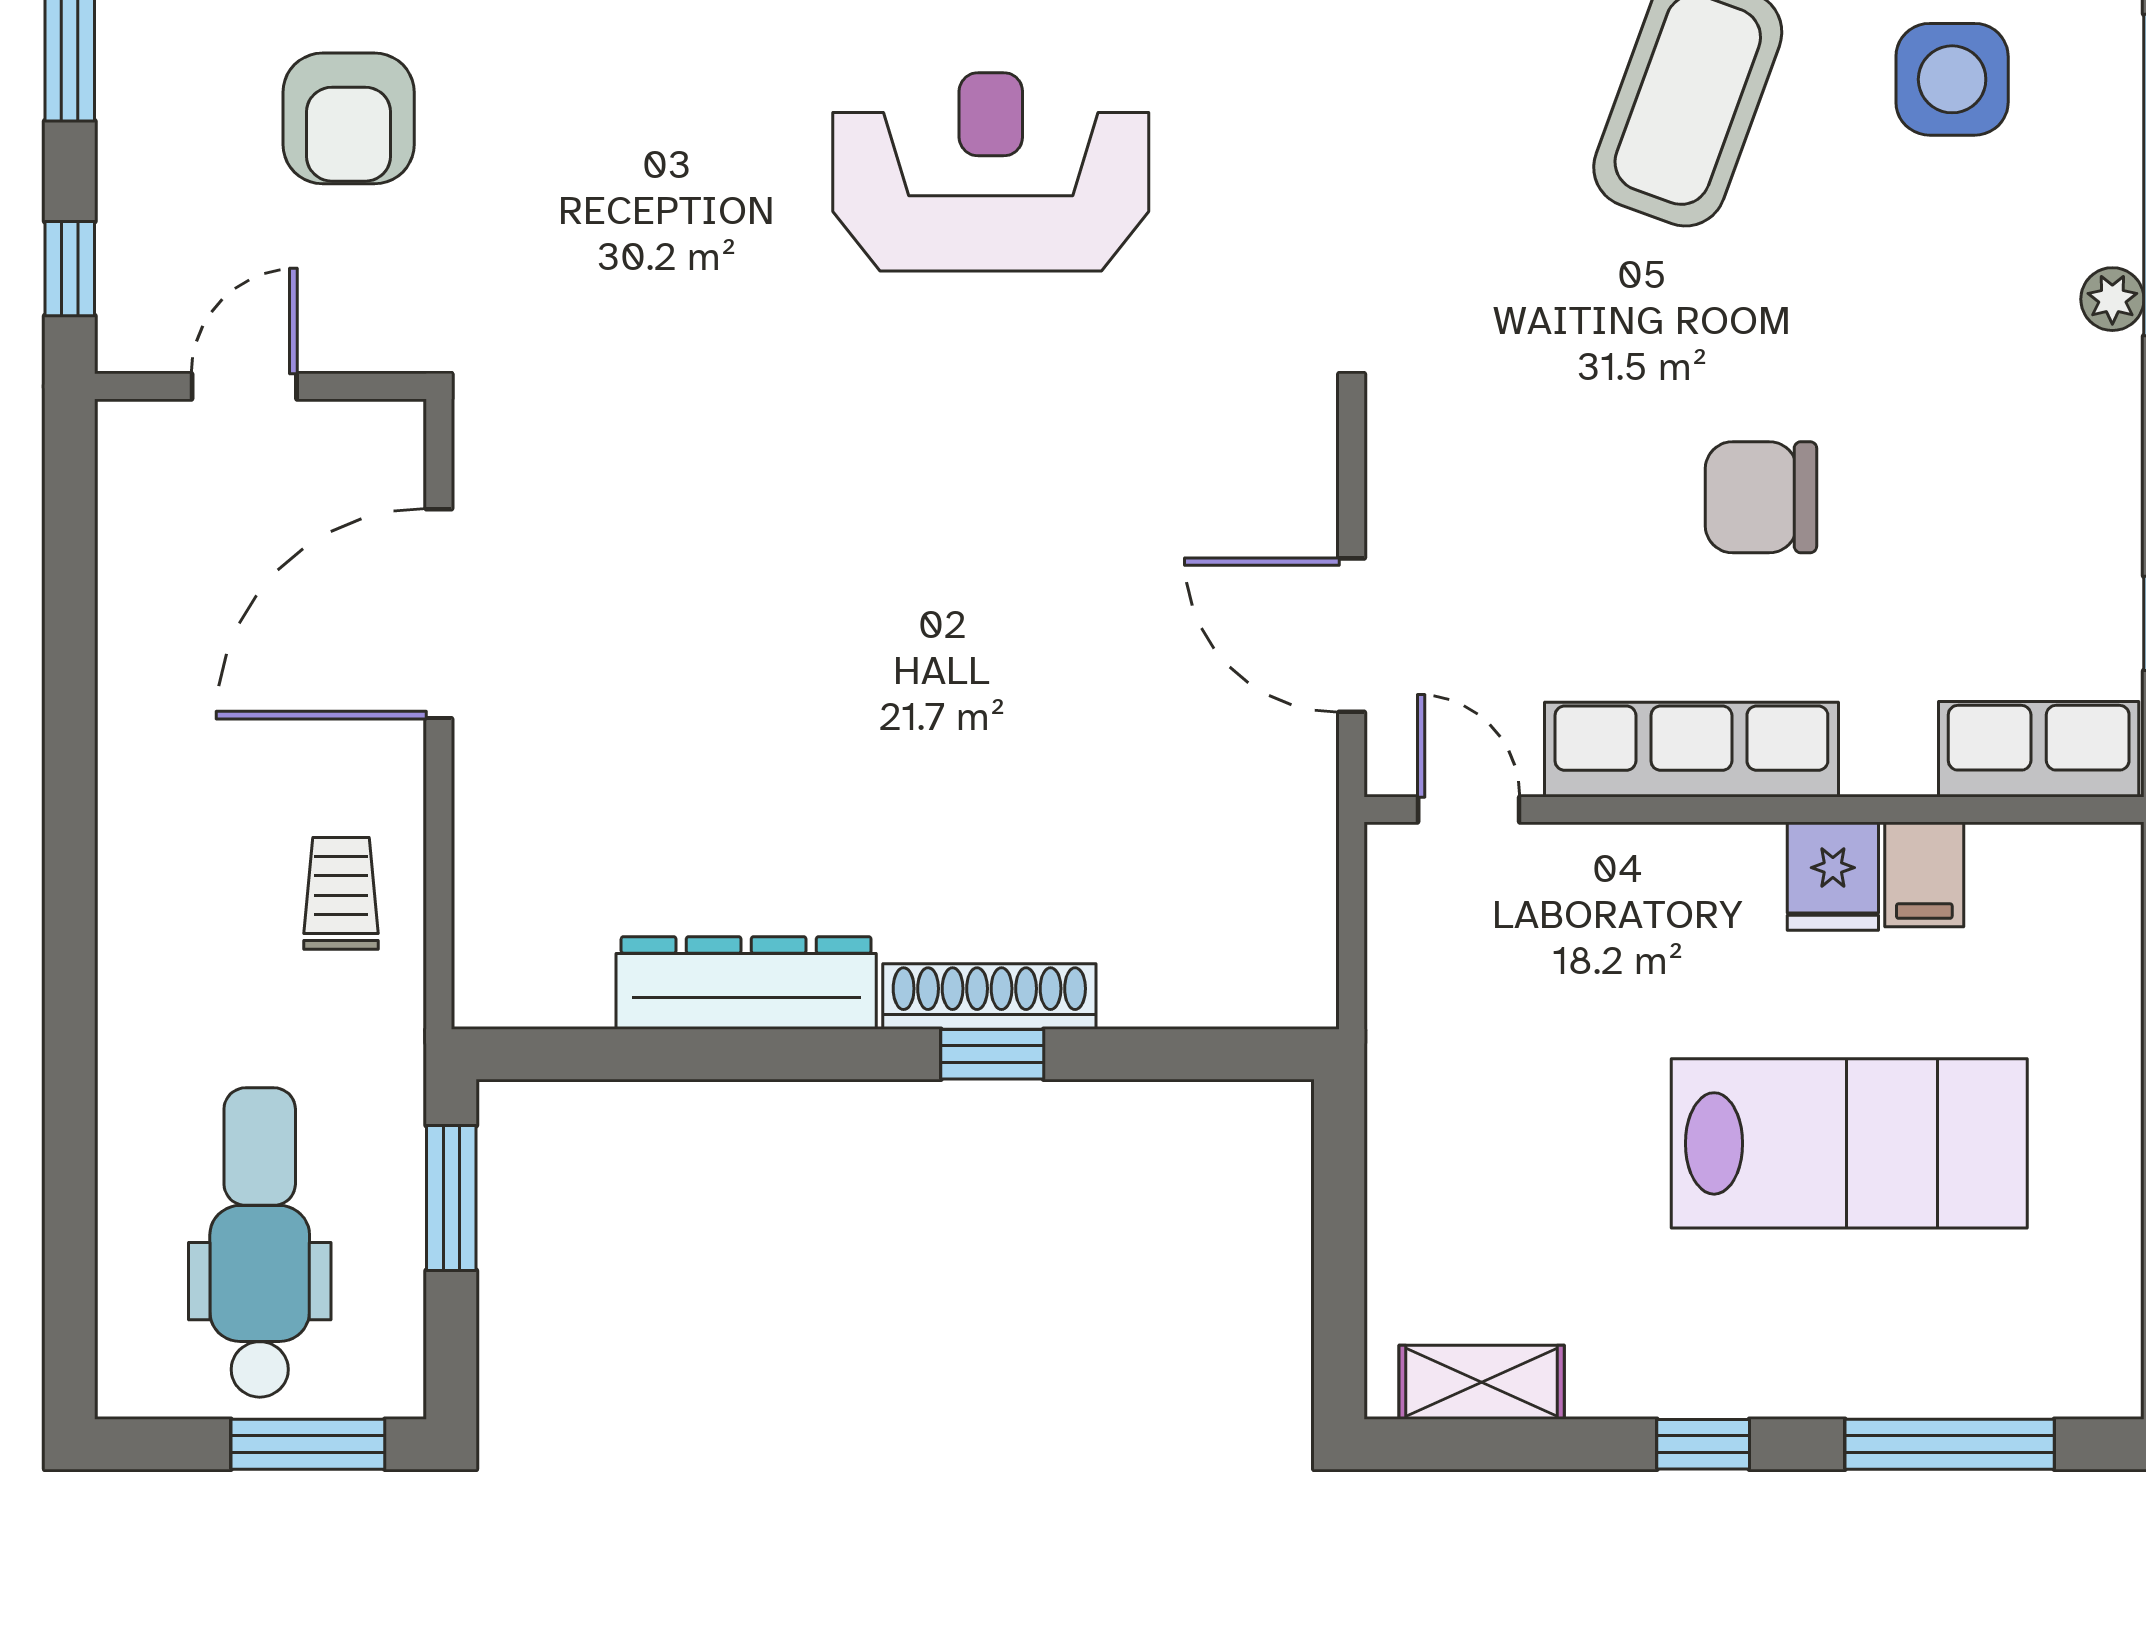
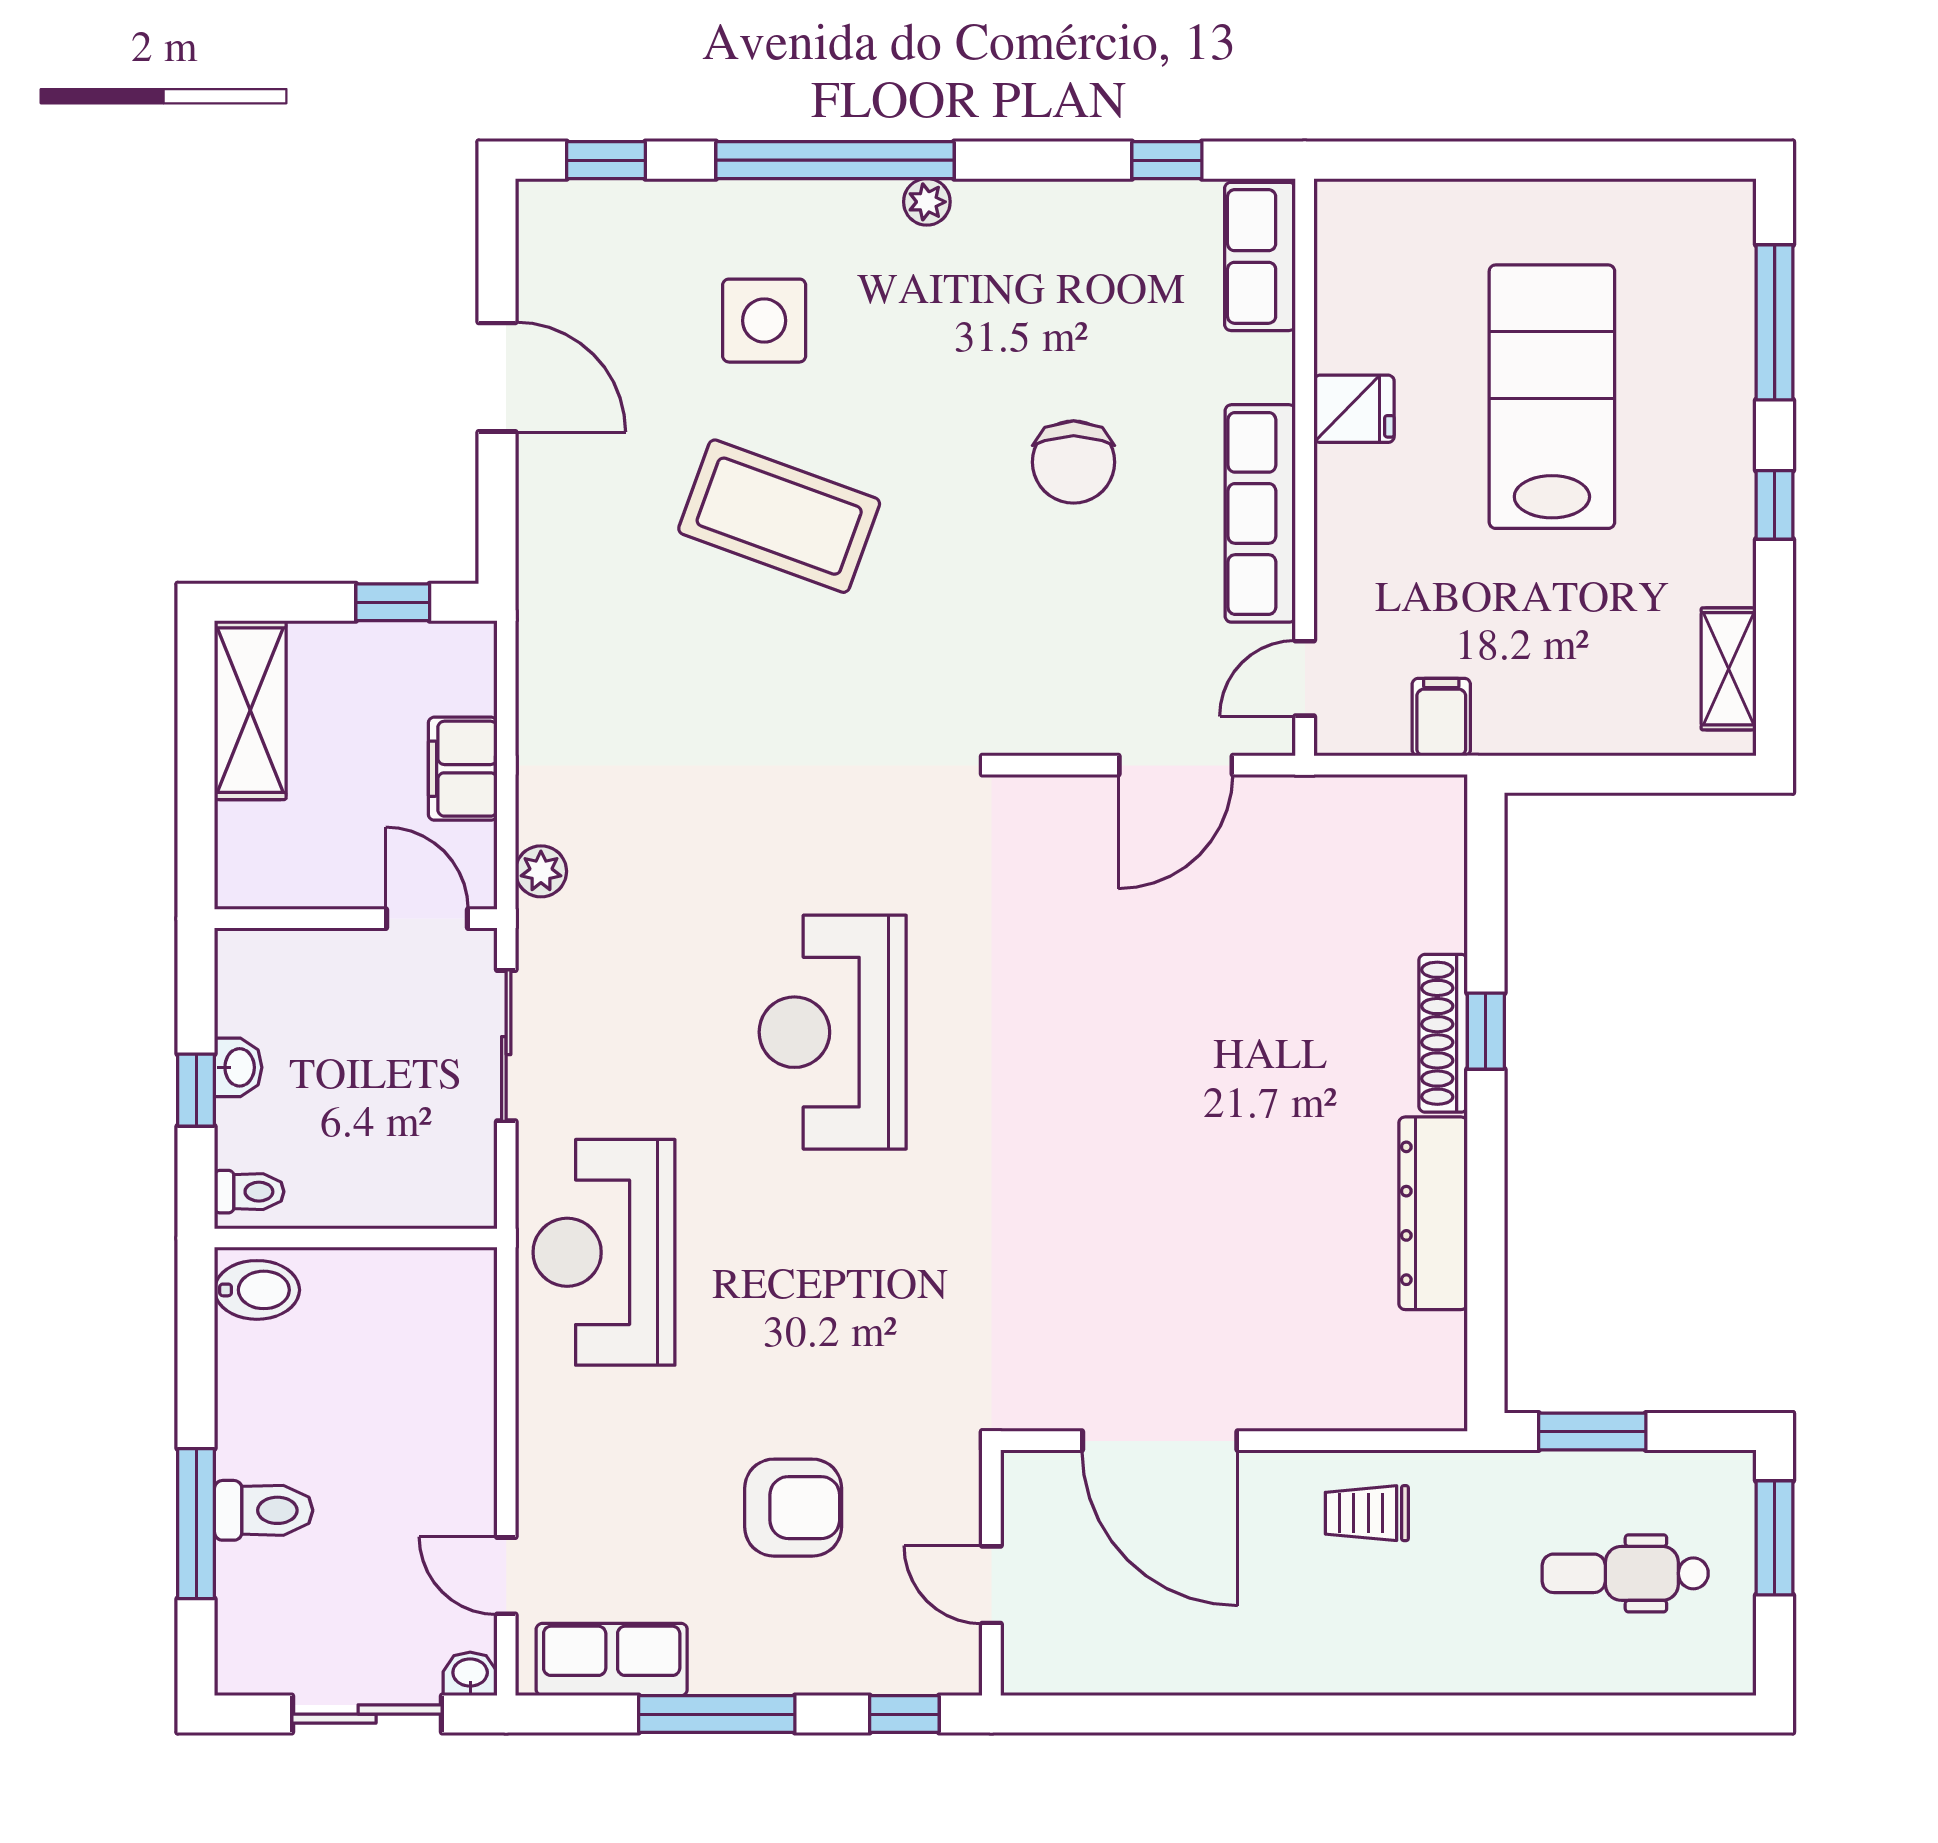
filing cabinet: (1924, 874) -> (1441, 717), moved, turned -90
dental chair: (260, 1242) -> (1625, 1573), width x0.73, depth x0.72

